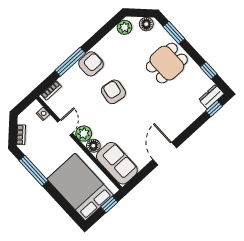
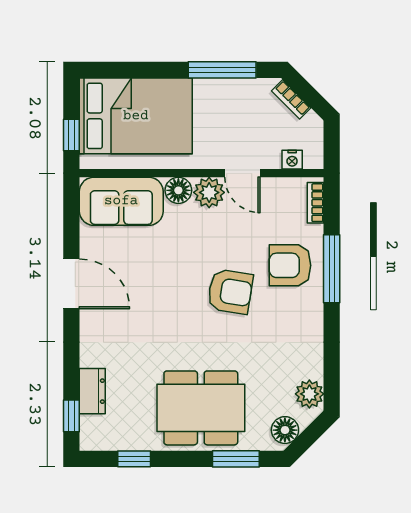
dining table: (167, 63) -> (201, 408), width x1.37
armchair: (91, 64) -> (290, 265), moved, turned 90
dresser: (211, 97) -> (92, 391), moved

